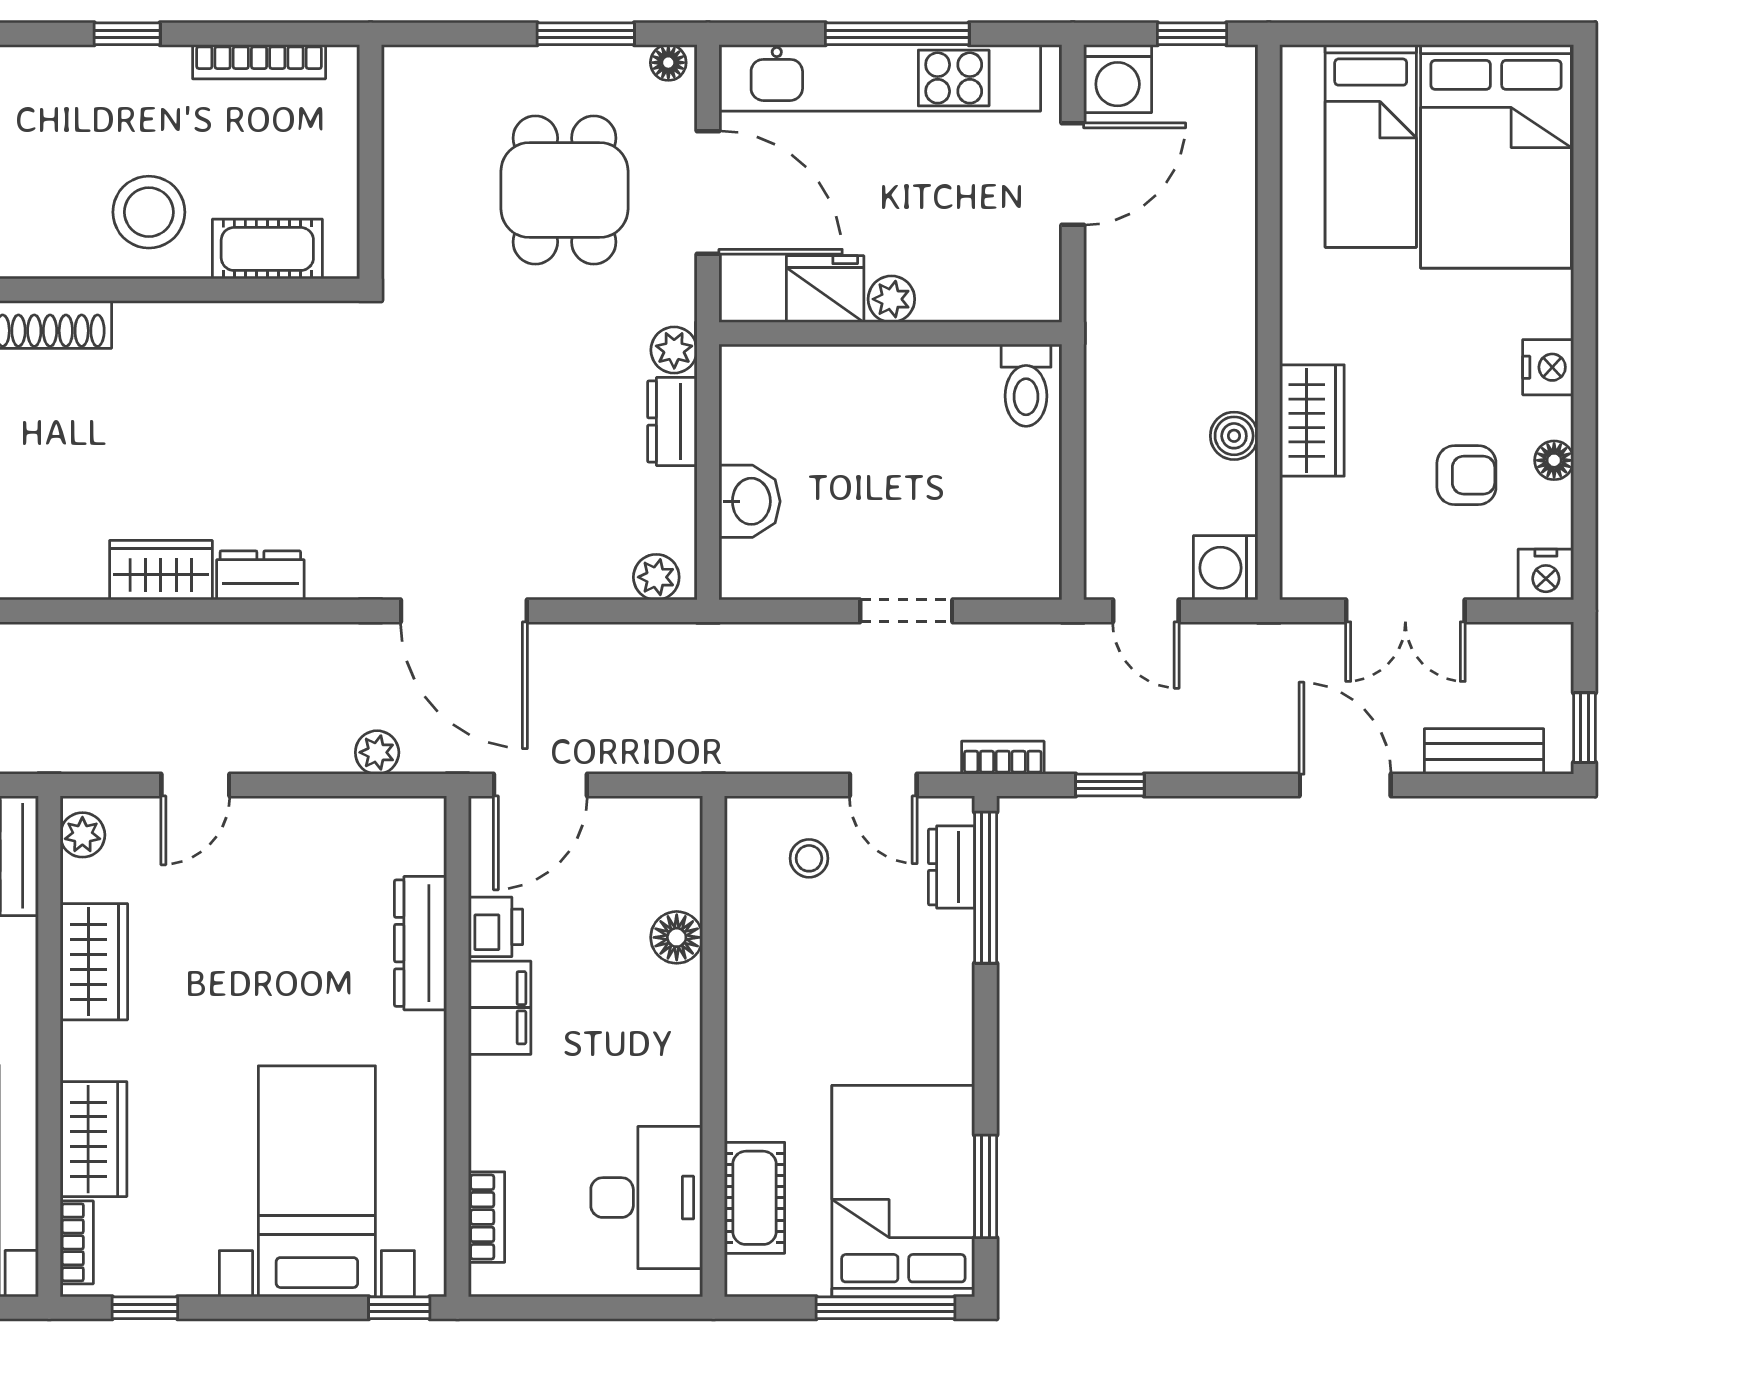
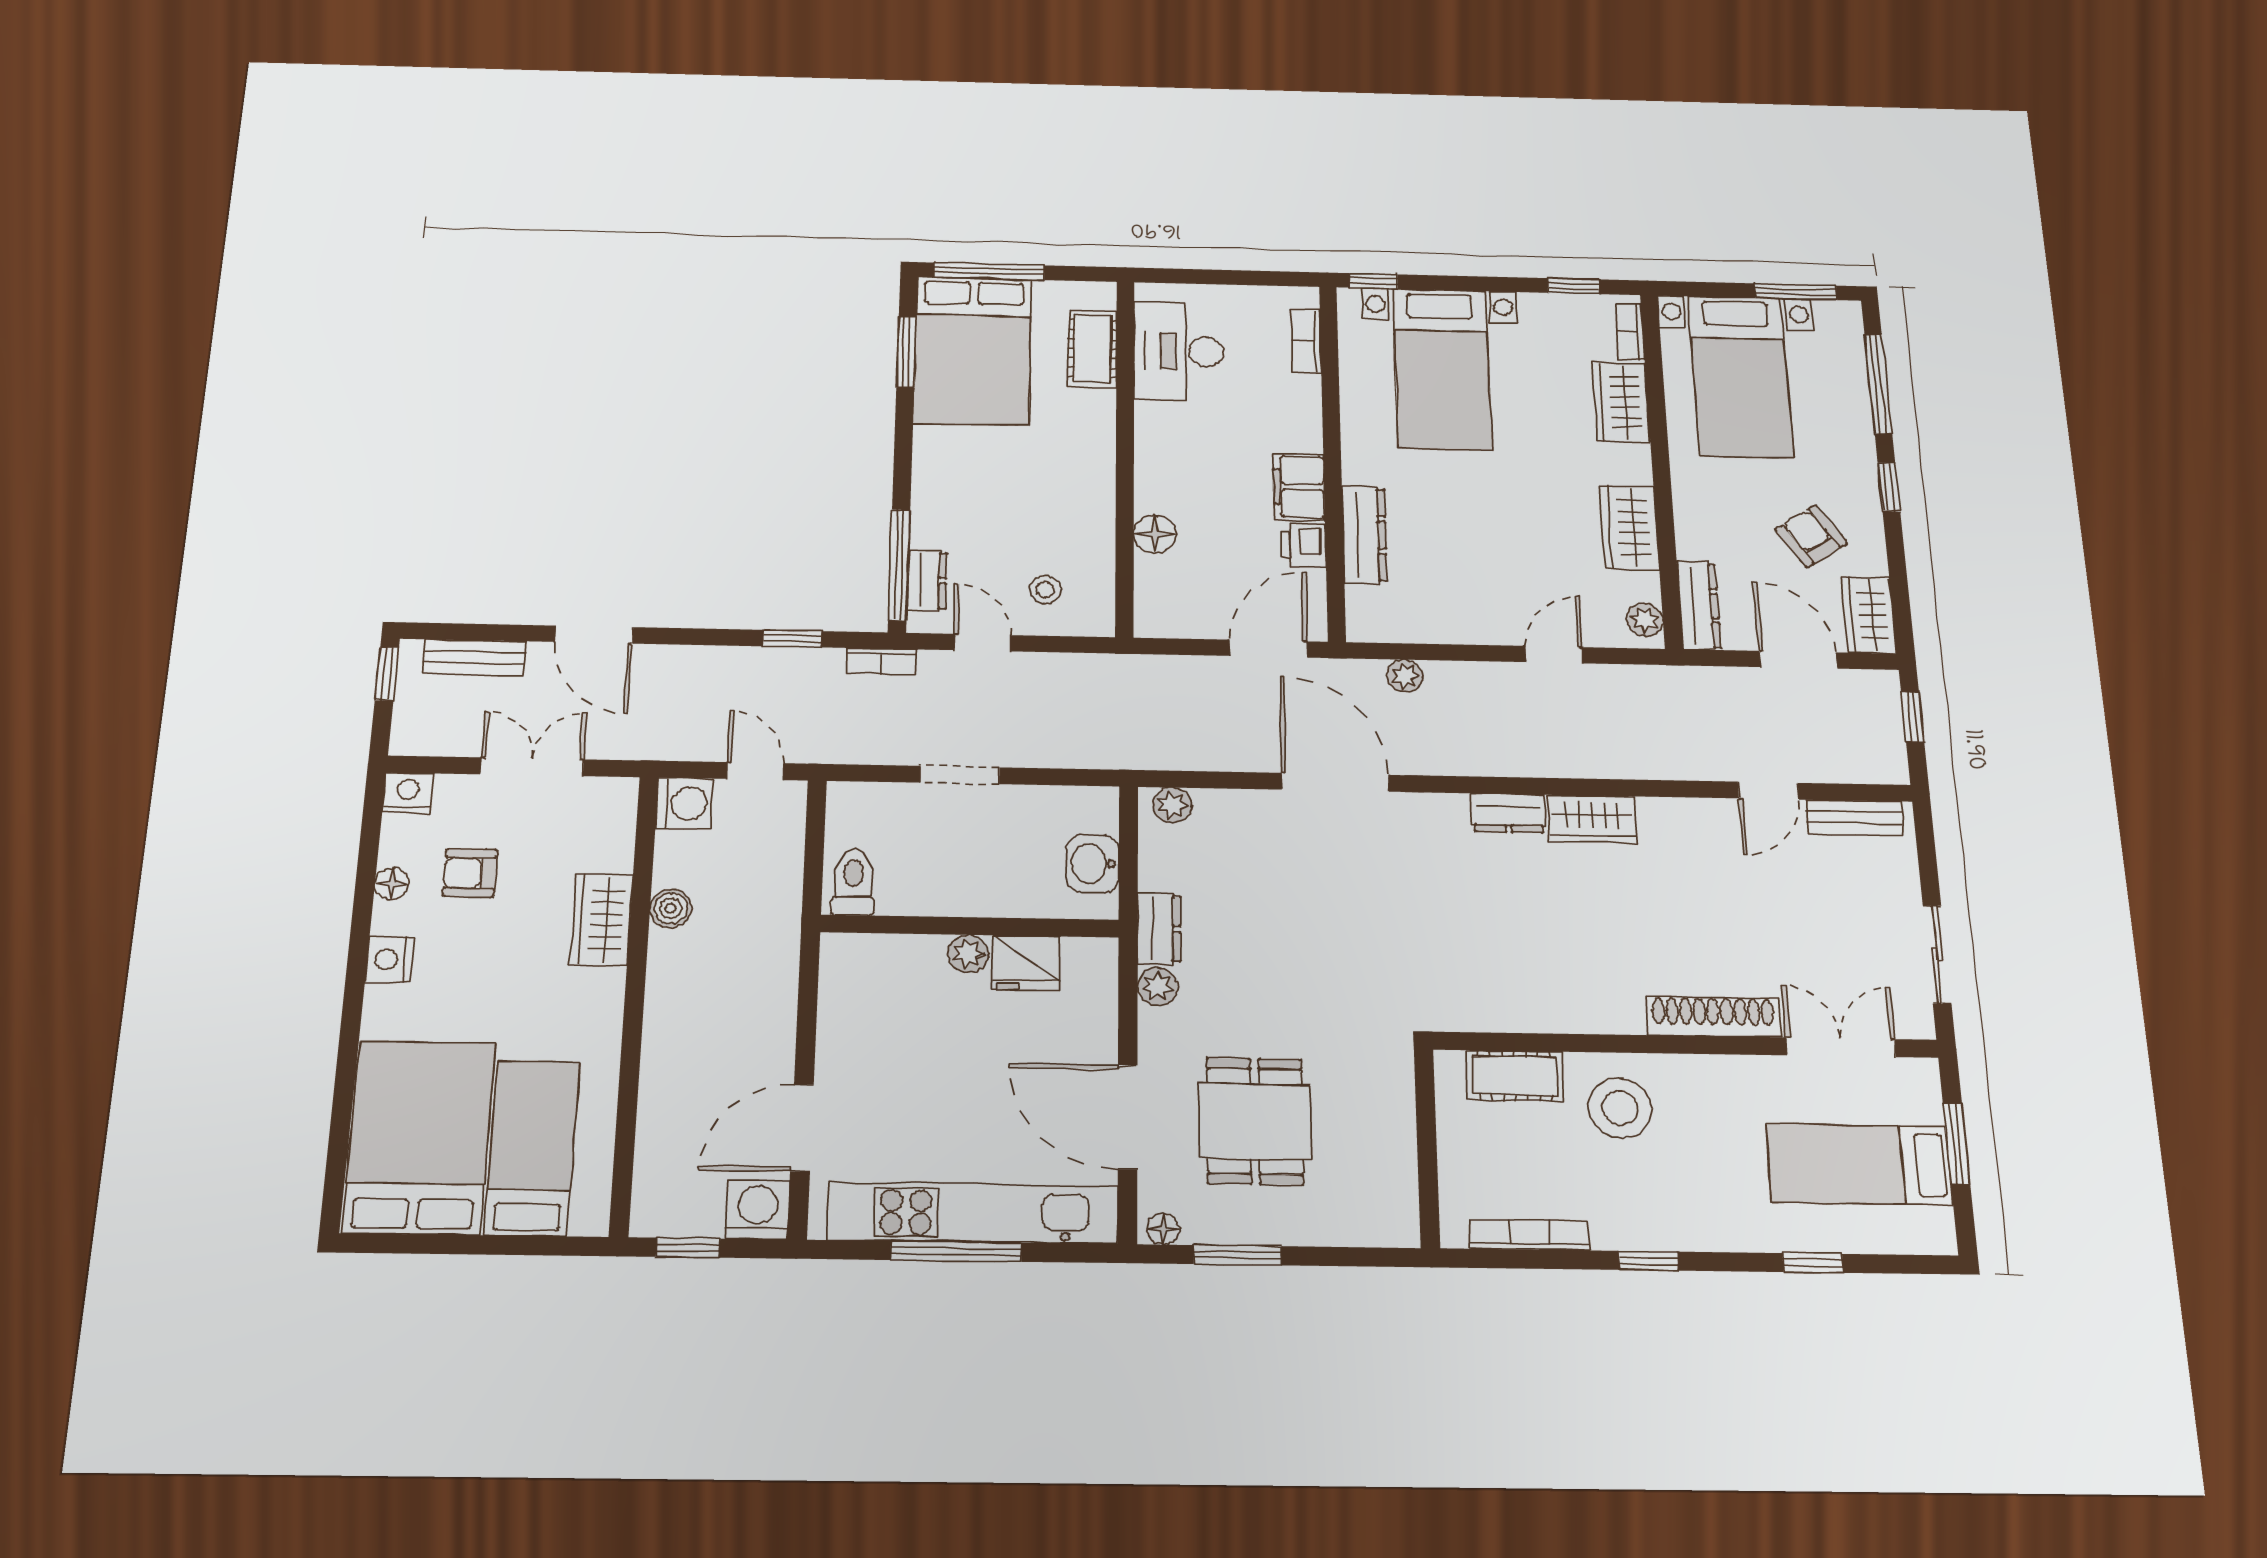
fridge: (825, 289) -> (1026, 963), moved
plant: (891, 299) -> (968, 954), moved
wall: (890, 333) -> (970, 926), moved
toilet: (1026, 385) -> (853, 882), moved

